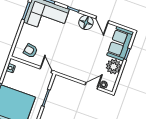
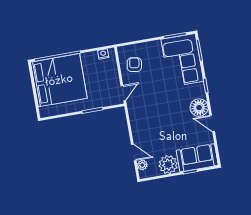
door: (102, 20) -> (212, 123), hinge flipped

